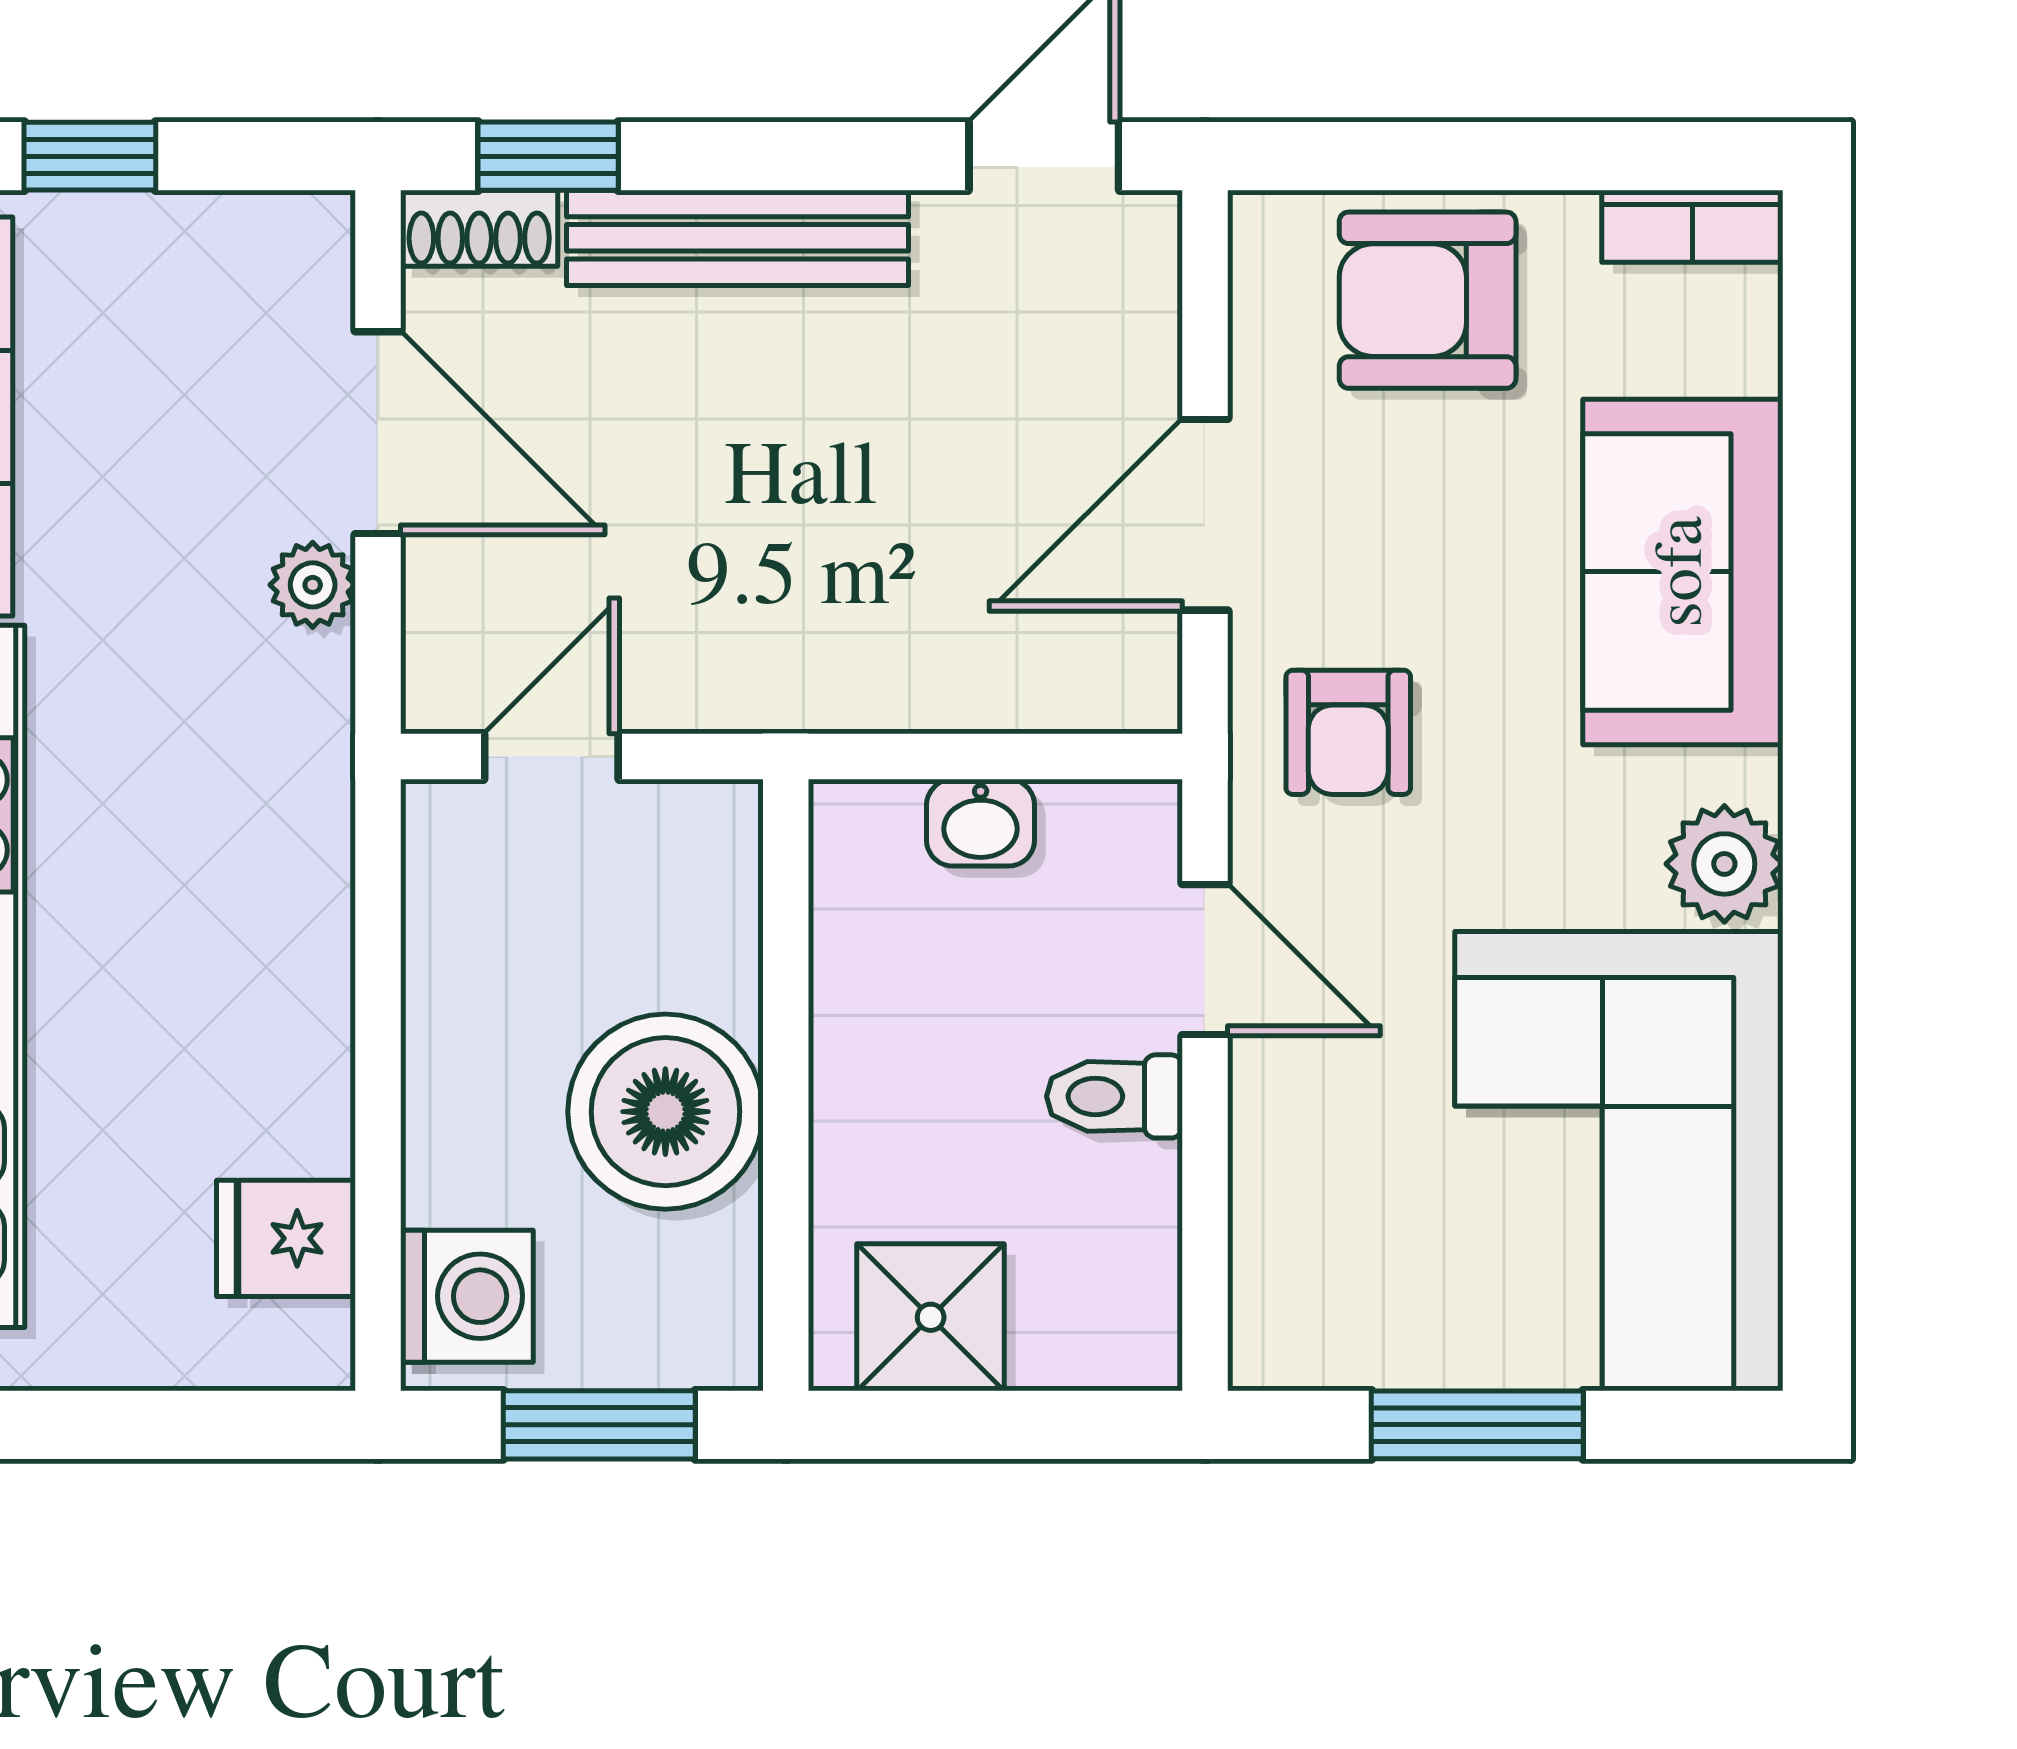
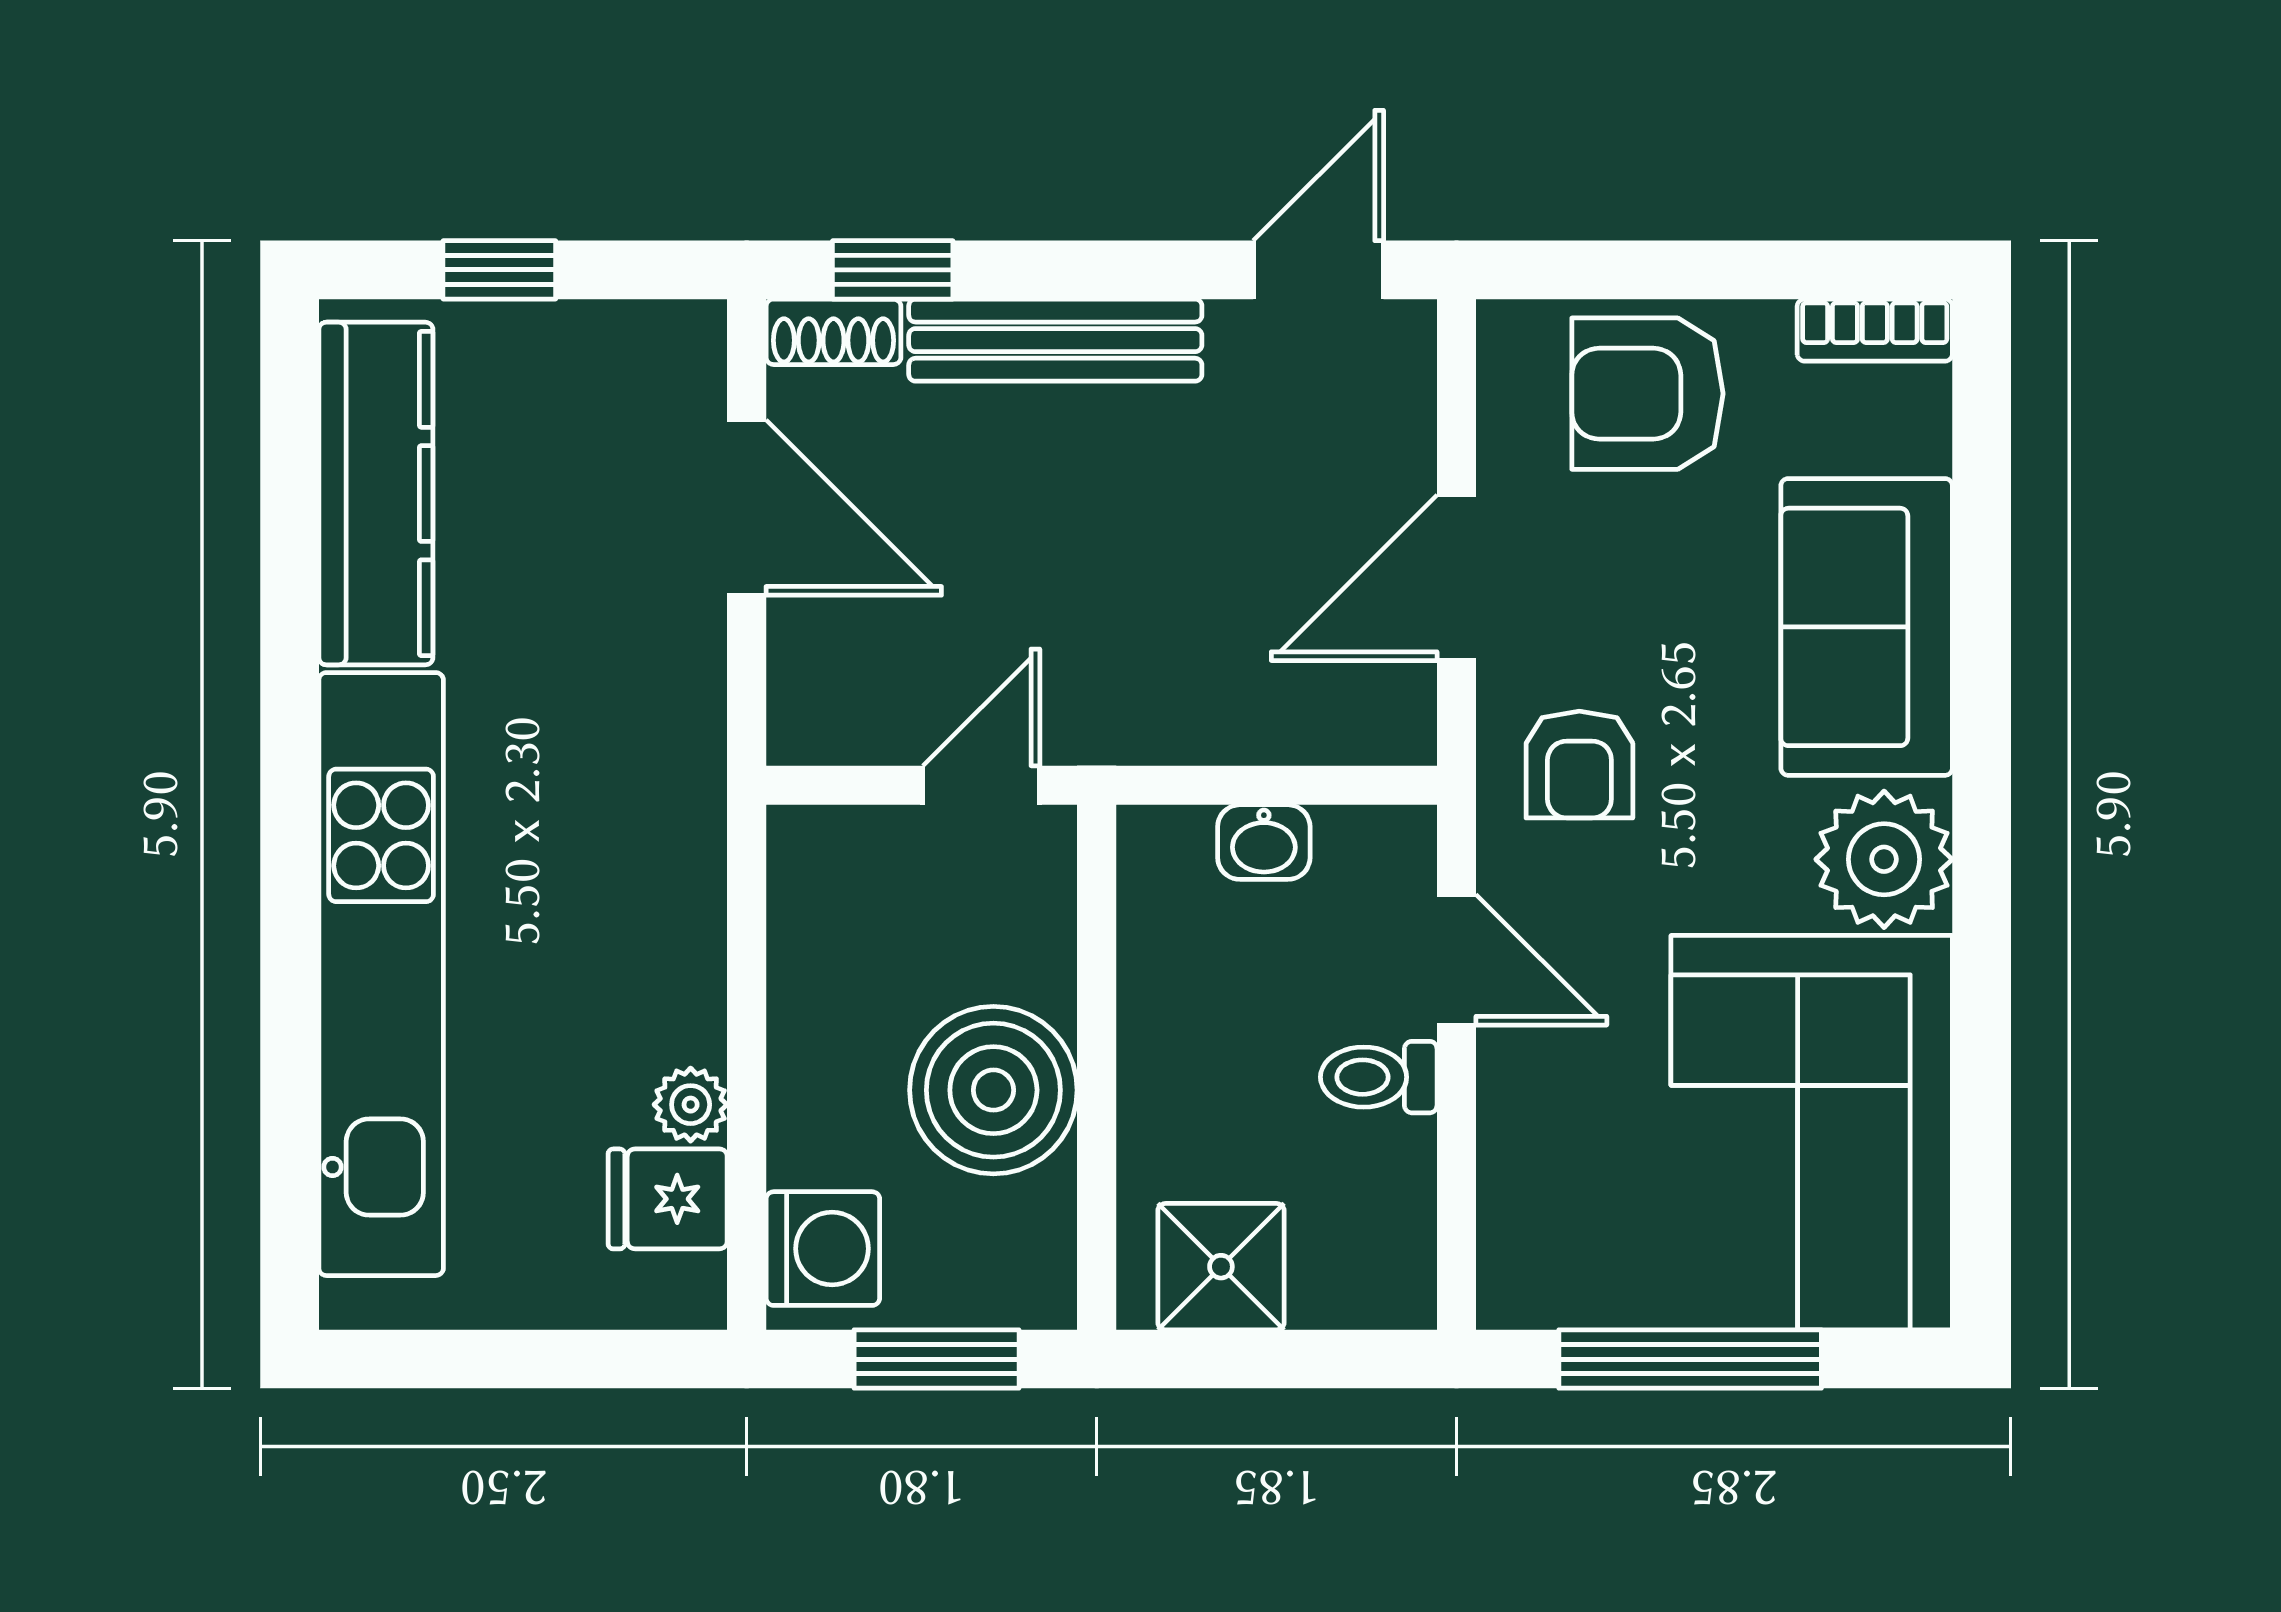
plant: (313, 585) -> (691, 1105), moved
door: (551, 756) -> (981, 785), moved
plant: (1724, 864) -> (1884, 859), width x1.36, depth x1.36
window: (1477, 1425) -> (1690, 1359), width x1.44

